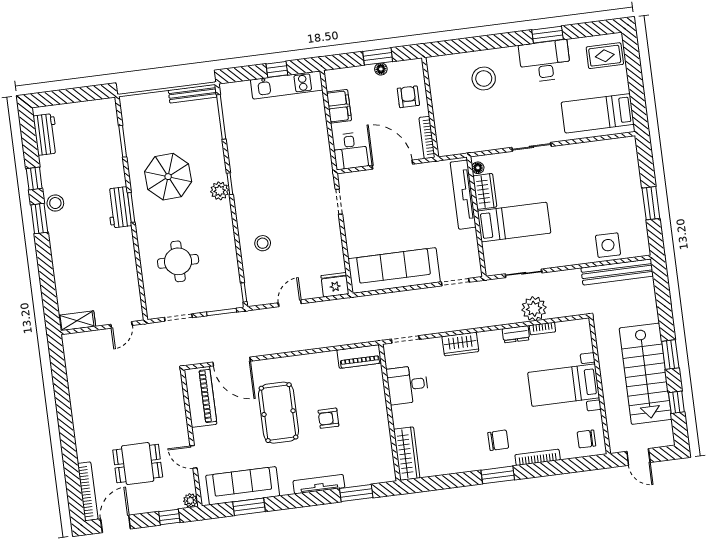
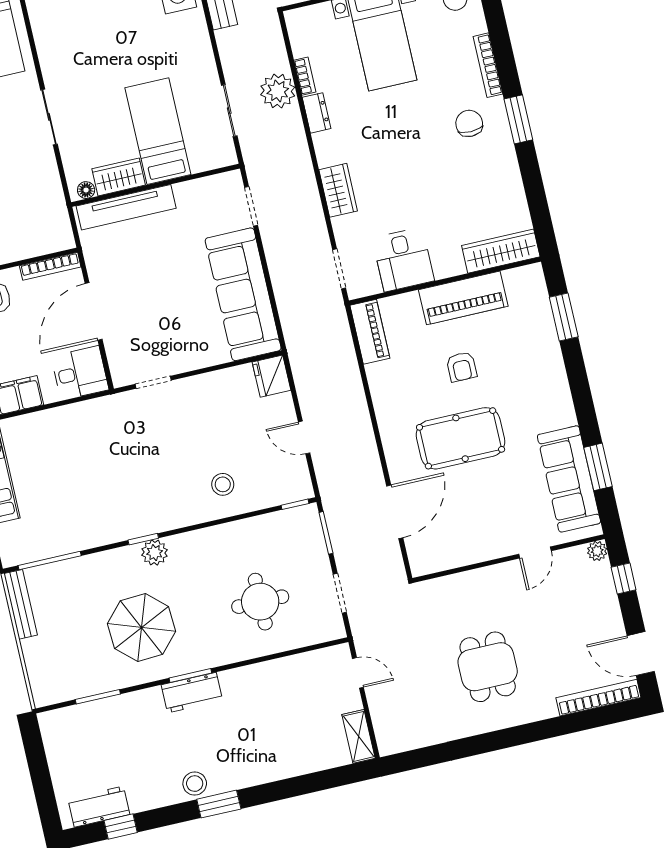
window: (34, 178) -> (121, 827), moved
piano: (200, 397) -> (463, 298), moved, turned 180
dining table: (138, 464) -> (488, 667), moved
tv unit: (319, 484) -> (556, 371), removed

